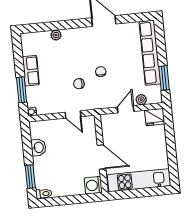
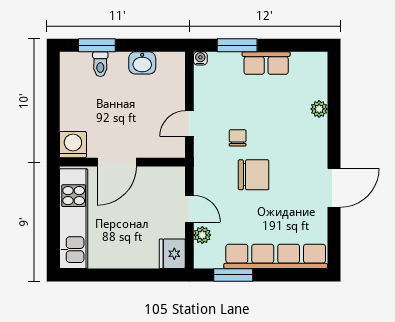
chair: (101, 72) -> (254, 175), width x1.87, depth x1.87
toilet: (44, 194) -> (100, 64), moved

